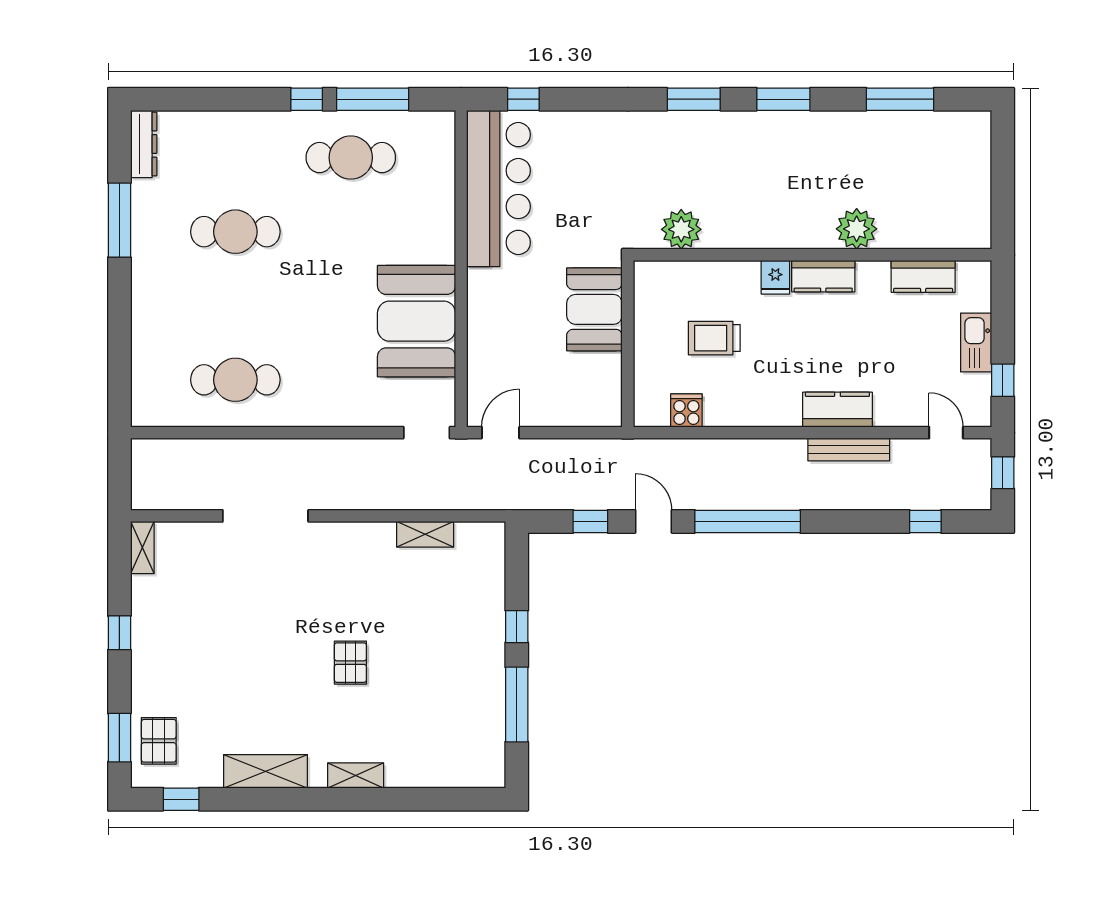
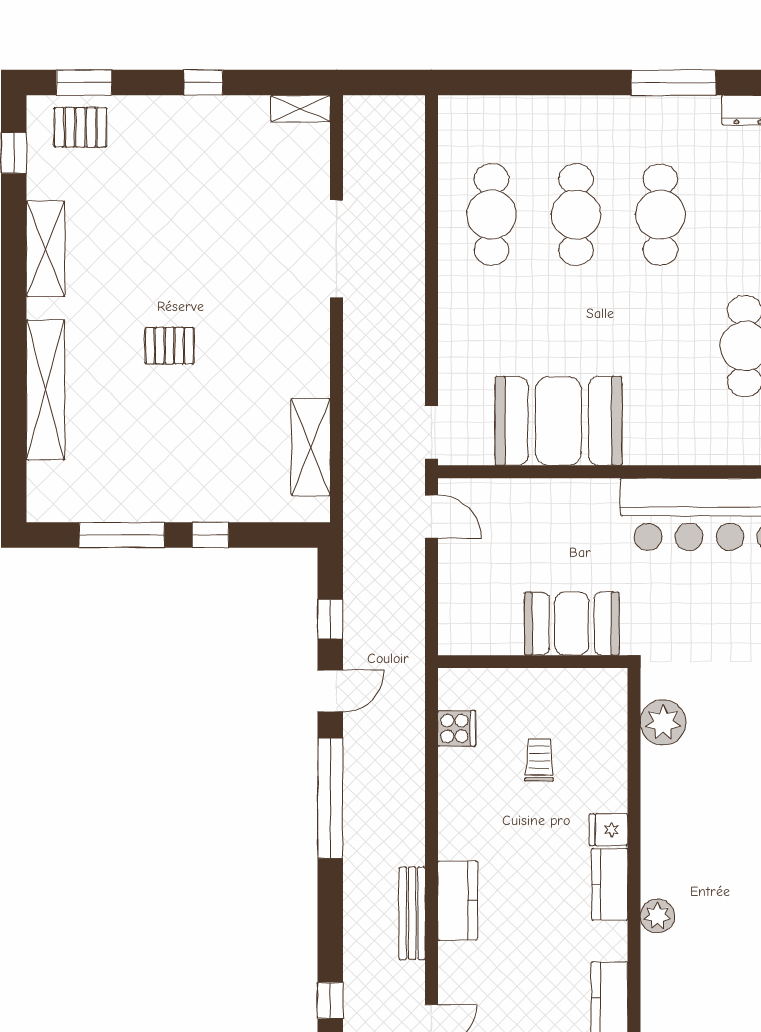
plant: (857, 229) -> (657, 916), width x0.73, depth x0.73
cafe table: (235, 306) -> (576, 215), added
trolley: (714, 338) -> (539, 760), width x0.73, depth x0.72
shelving: (425, 534) -> (311, 447), width x1.50, depth x1.33
shelving: (356, 776) -> (46, 390), width x2.20, depth x1.33

